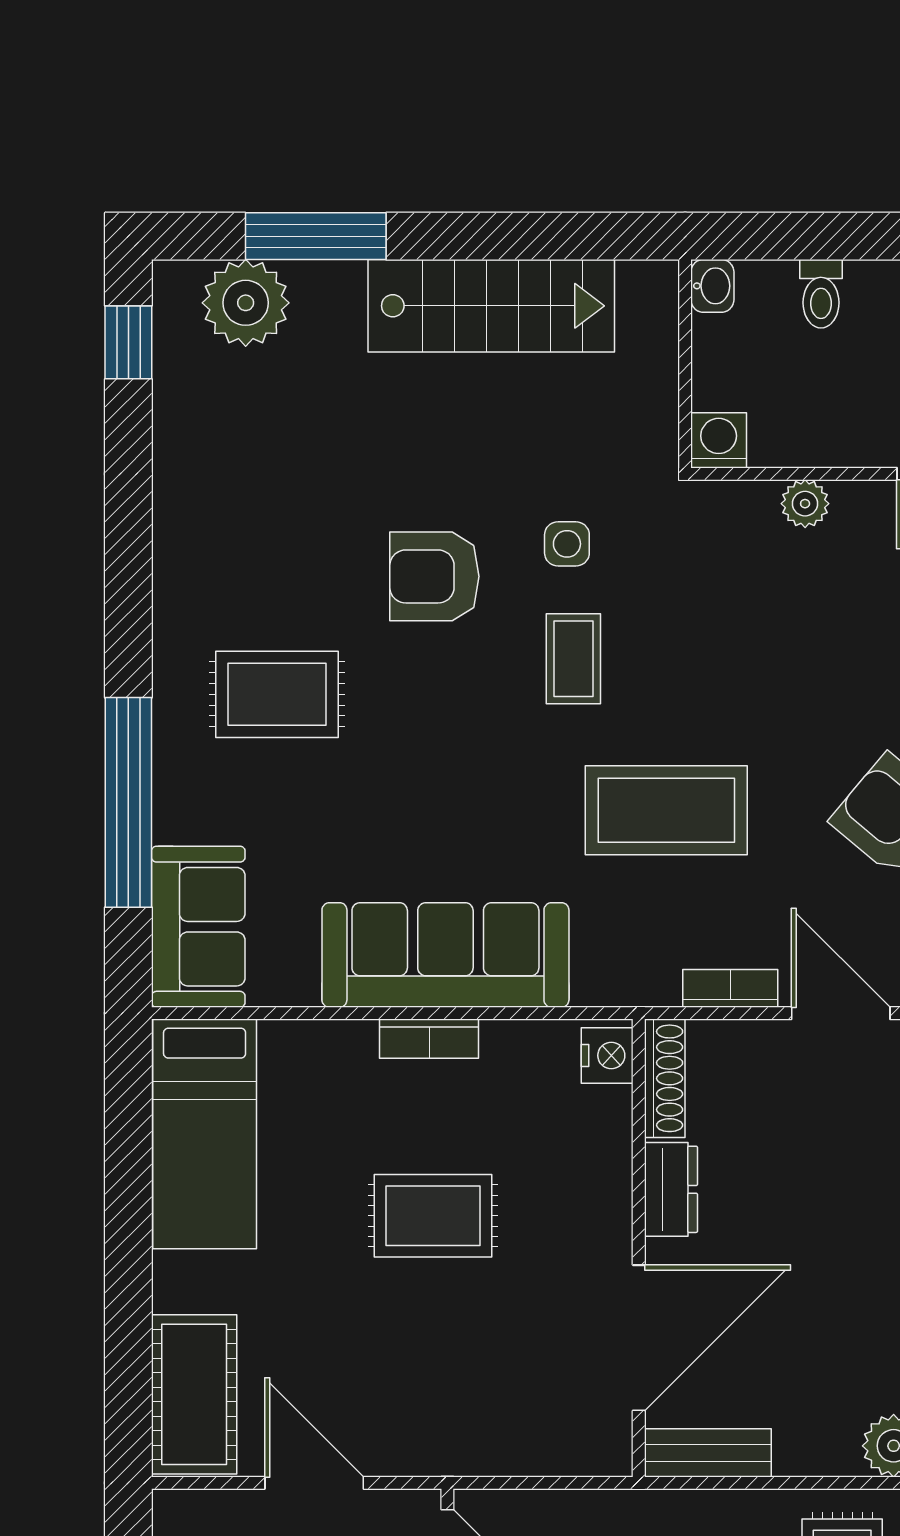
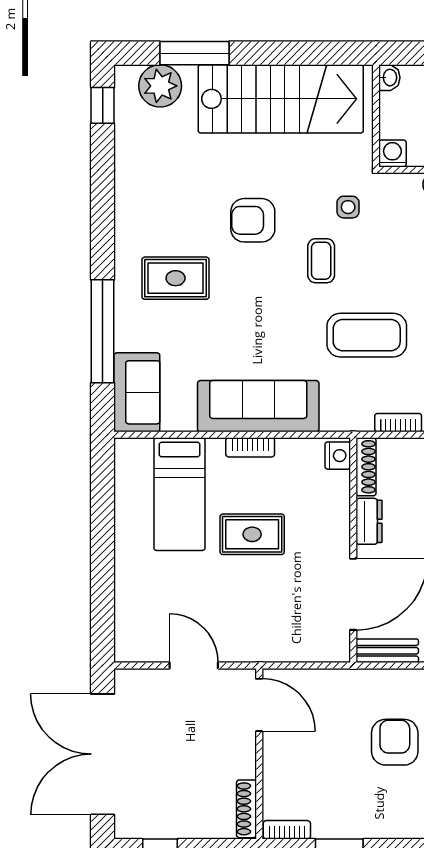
stairs: (491, 306) -> (281, 99), width x1.36, depth x1.51
side table: (567, 544) -> (348, 207), moved
bed: (205, 1134) -> (179, 494), moved
cot: (194, 1394) -> (135, 622), removed

